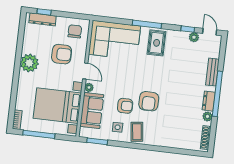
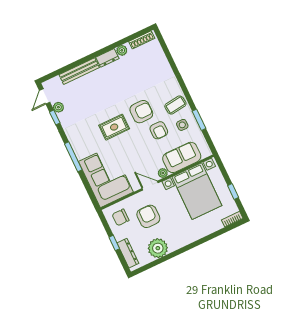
window: (44, 12) -> (114, 243), moved
rug: (157, 43) -> (114, 127), moved
plant: (29, 63) -> (158, 248), moved
door: (85, 71) -> (150, 186), hinge flipped
bench: (212, 72) -> (79, 71), width x1.36
window: (217, 94) -> (96, 54), removed
armchair: (125, 106) -> (159, 130), turned 180
window: (39, 134) -> (233, 191), width x0.46
window: (97, 141) -> (199, 120), moved

